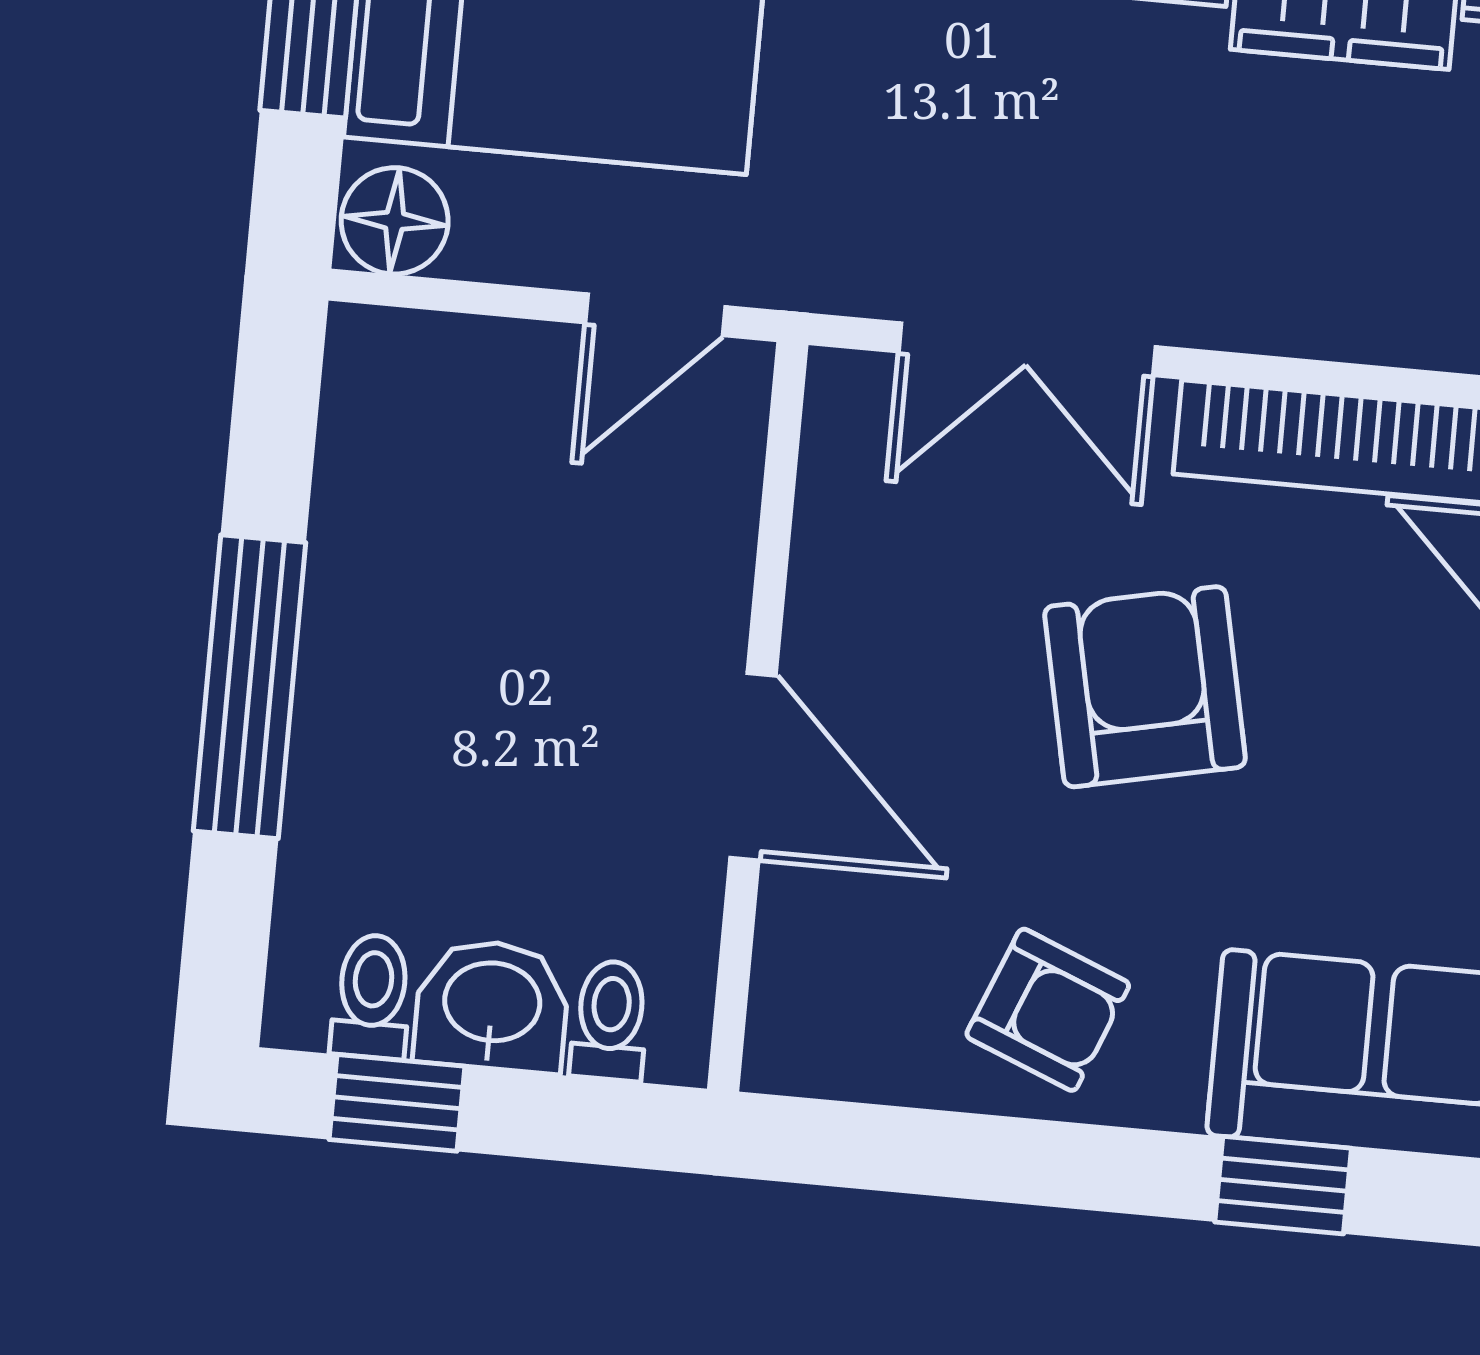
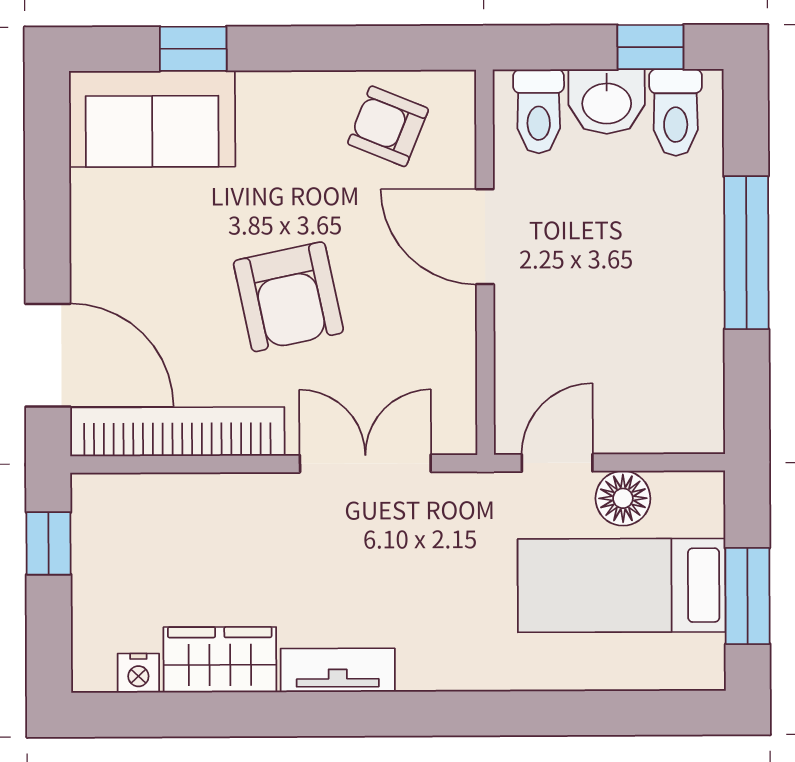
floor lamp: (395, 221) -> (623, 498), moved
toilet: (372, 996) -> (676, 112), width x1.37, depth x1.39
armchair: (1048, 1010) -> (388, 126), moved
toilet: (610, 1021) -> (539, 111), width x1.37, depth x1.39

